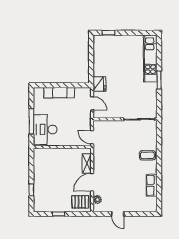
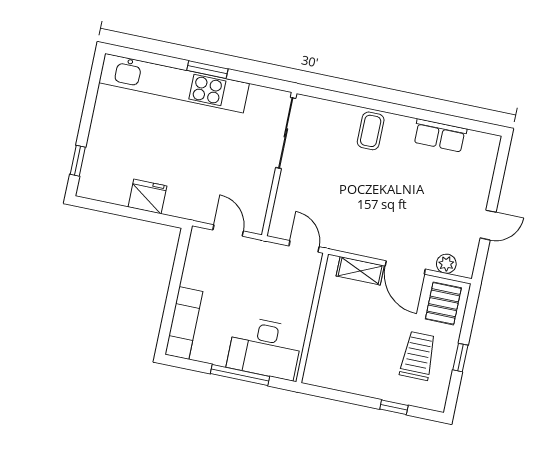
kitchen unit: (150, 58) -> (174, 83), width x1.36
fridge: (99, 84) -> (147, 196), moved
exam couch: (59, 93) -> (184, 323), moved
door: (92, 103) -> (228, 231), hinge flipped
door: (92, 137) -> (304, 246), swing flipped
trolley: (55, 196) -> (418, 356), added

